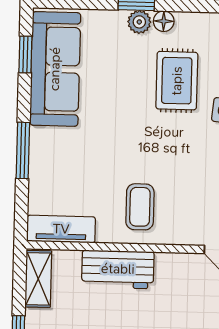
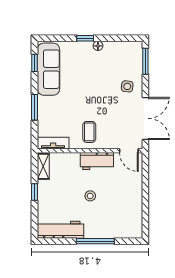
plant: (139, 22) -> (87, 46), removed
rug: (177, 81) -> (105, 73), removed
workbench: (118, 269) -> (97, 161), moved

